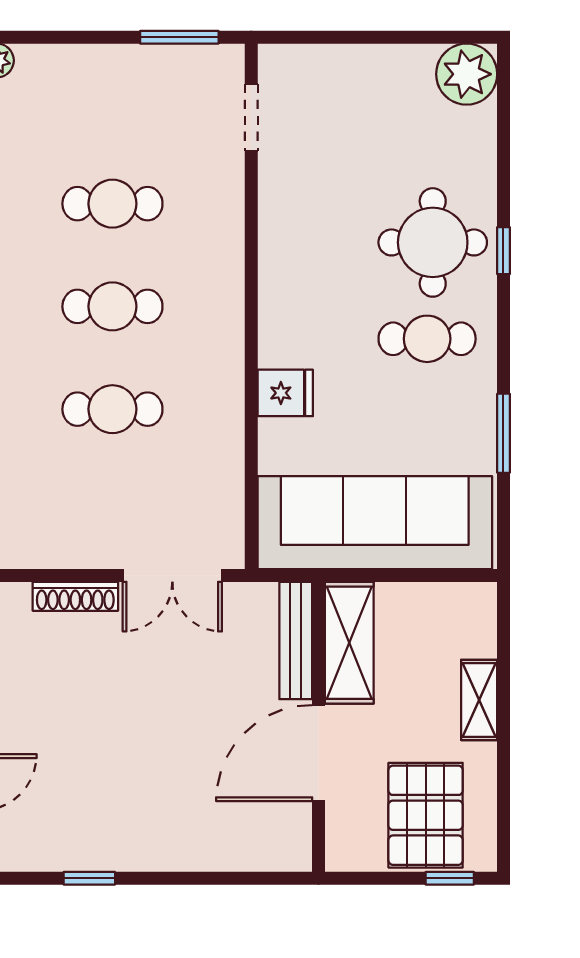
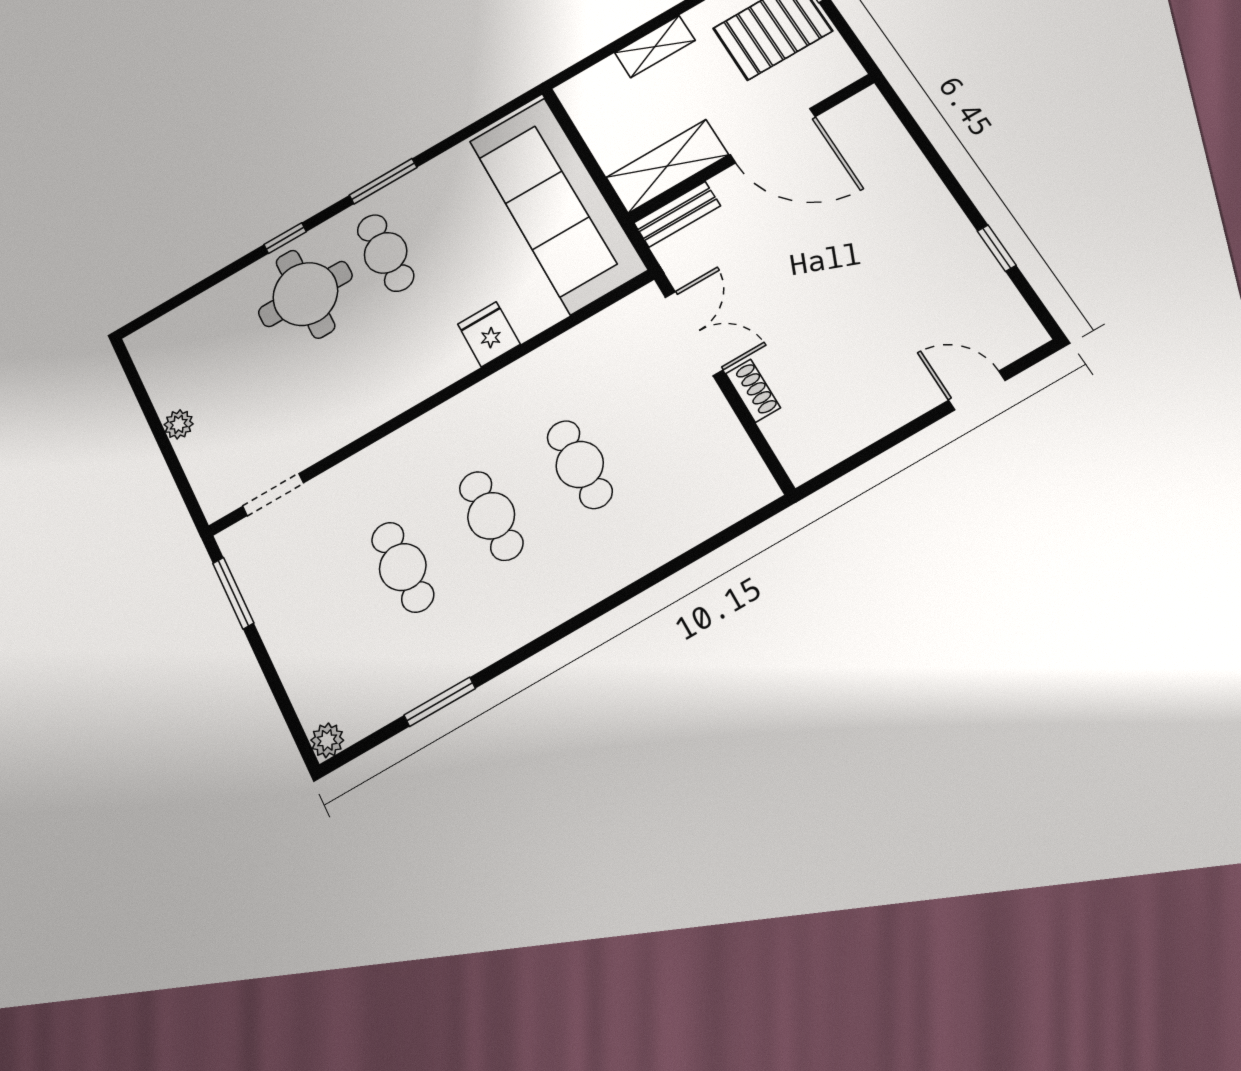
plant: (467, 74) -> (179, 424), moved, width x0.53, depth x0.53
window: (503, 433) -> (383, 181), moved
shoe rack: (75, 596) -> (753, 391), width x0.70
bench: (296, 641) -> (677, 214), width x0.73

